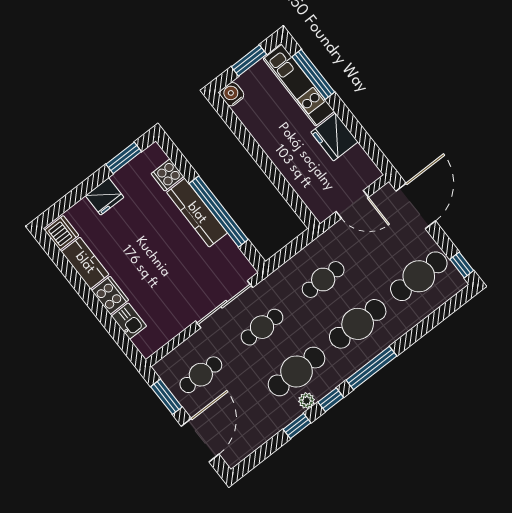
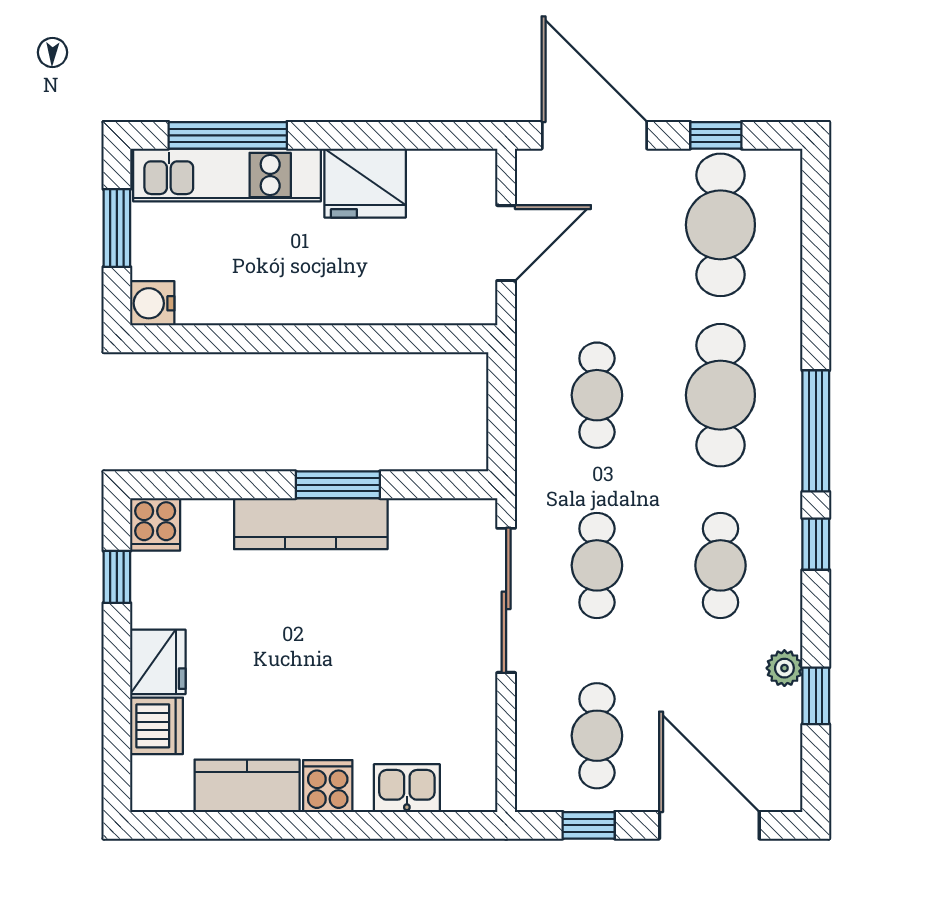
window: (124, 158) -> (117, 577), width x0.67
cooker: (167, 175) -> (155, 524), moved
window: (219, 211) -> (338, 485), width x0.47
dishwasher: (62, 233) -> (157, 726), moved, turned 90
window: (462, 265) -> (716, 135), moved
cooker: (110, 295) -> (328, 786), width x0.73
cafe table: (297, 371) -> (720, 565), width x0.73, depth x0.74
window: (166, 397) -> (589, 825), width x0.67
plant: (307, 401) -> (784, 668), moved
window: (297, 426) -> (816, 696), moved

